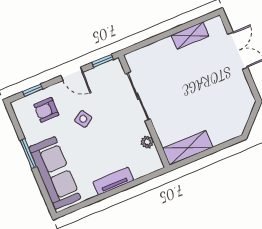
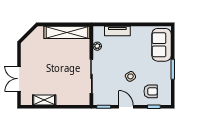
shelving: (188, 148) -> (67, 32), width x1.47
sofa: (55, 173) -> (162, 45), width x0.73
tv unit: (113, 181) -> (117, 31), moved

